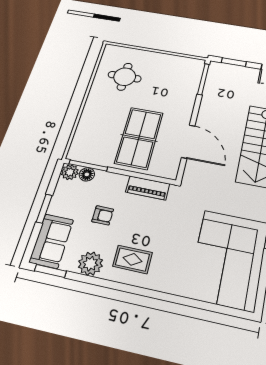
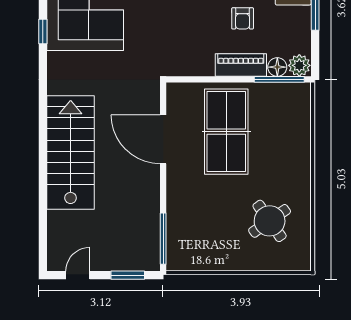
round table: (125, 77) -> (270, 221), turned -35
piano: (148, 188) -> (241, 65), moved
armchair: (103, 215) -> (243, 18), turned -90

